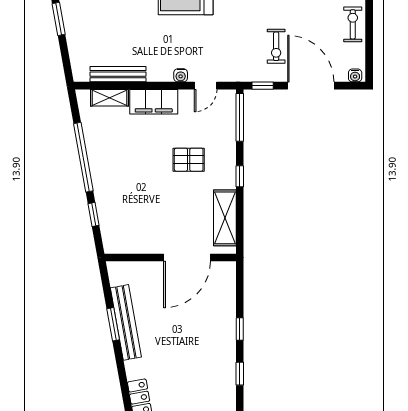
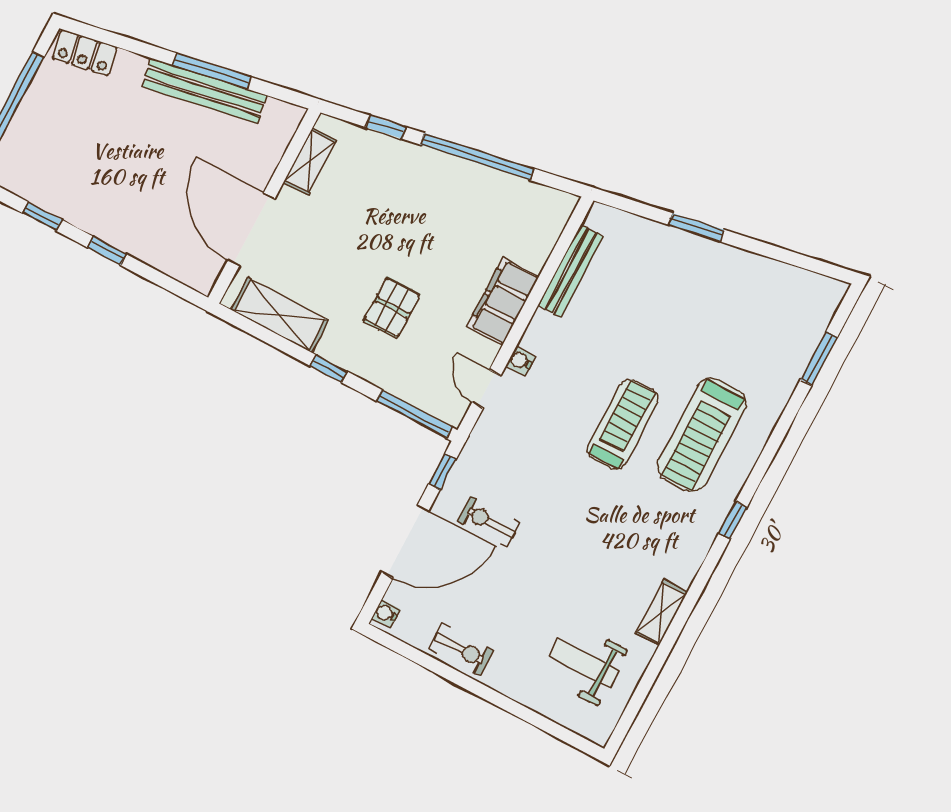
shelving: (110, 98) -> (310, 161), moved
window: (113, 324) -> (212, 71), width x1.44

